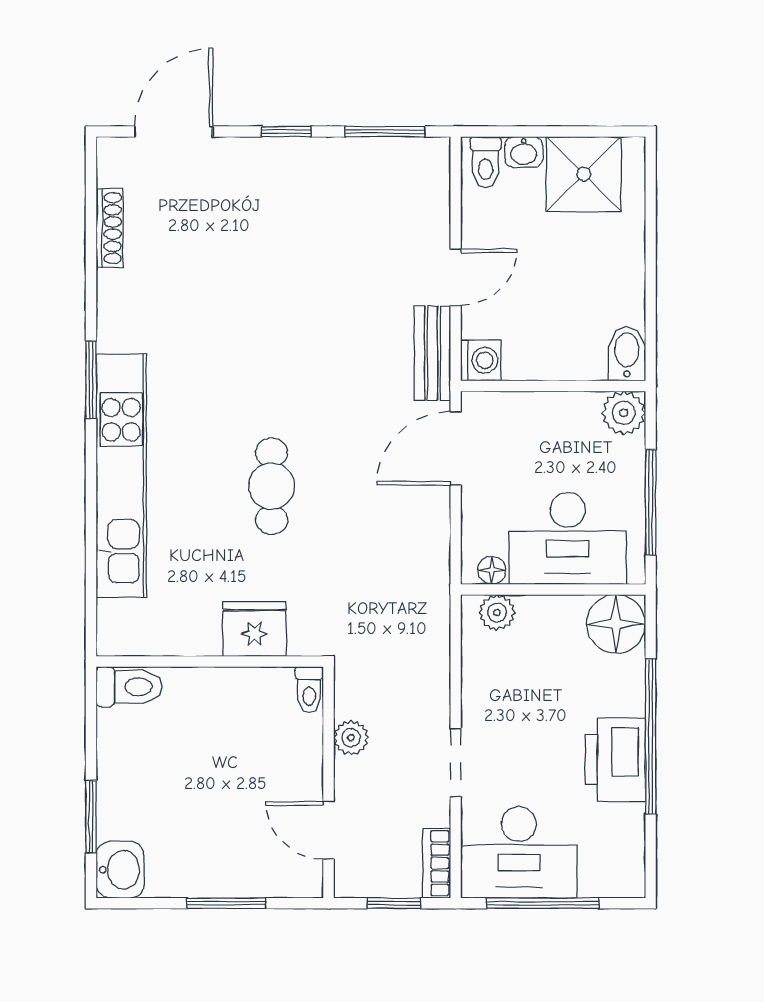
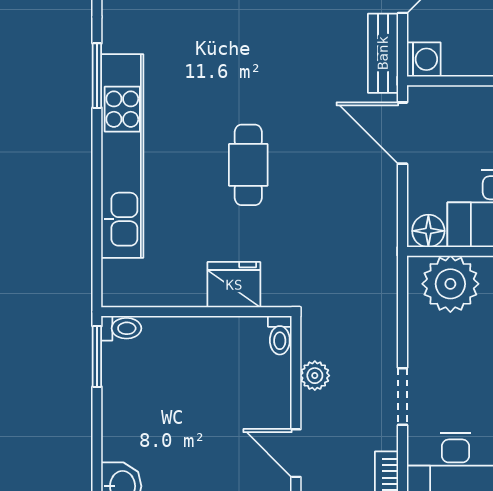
door: (456, 448) -> (402, 133), hinge flipped
floor lamp: (492, 570) -> (428, 231), width x1.37, depth x1.37
plant: (497, 613) -> (450, 284), width x1.88, depth x1.88
toilet: (129, 687) -> (121, 328), width x0.73, depth x0.72
window: (91, 817) -> (97, 356), moved

